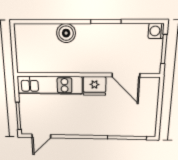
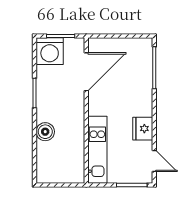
washing machine: (156, 31) -> (50, 51), width x1.89, depth x1.89
door: (126, 75) -> (86, 72), width x1.36
fridge: (94, 86) -> (143, 129), moved, turned 180

